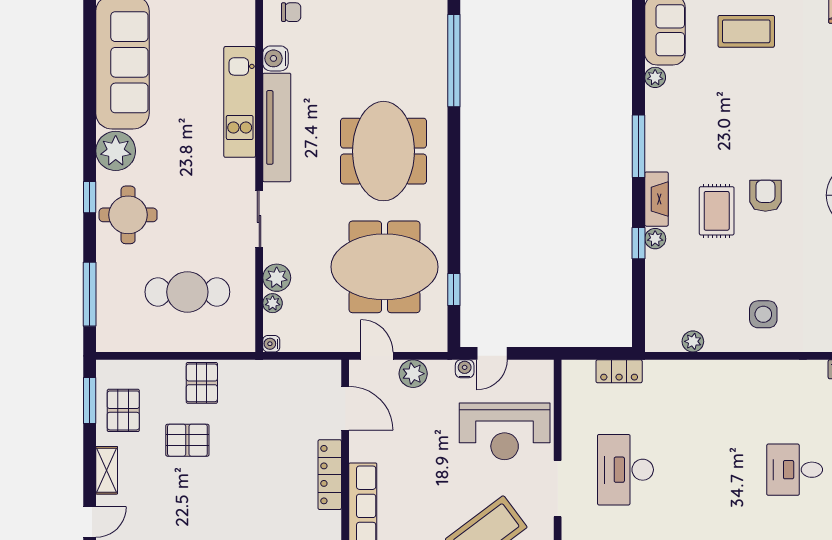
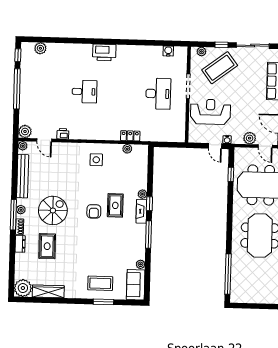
window: (639, 243) -> (149, 204), moved
door: (492, 353) -> (215, 146), swing flipped
locker: (619, 371) -> (130, 136), moved

